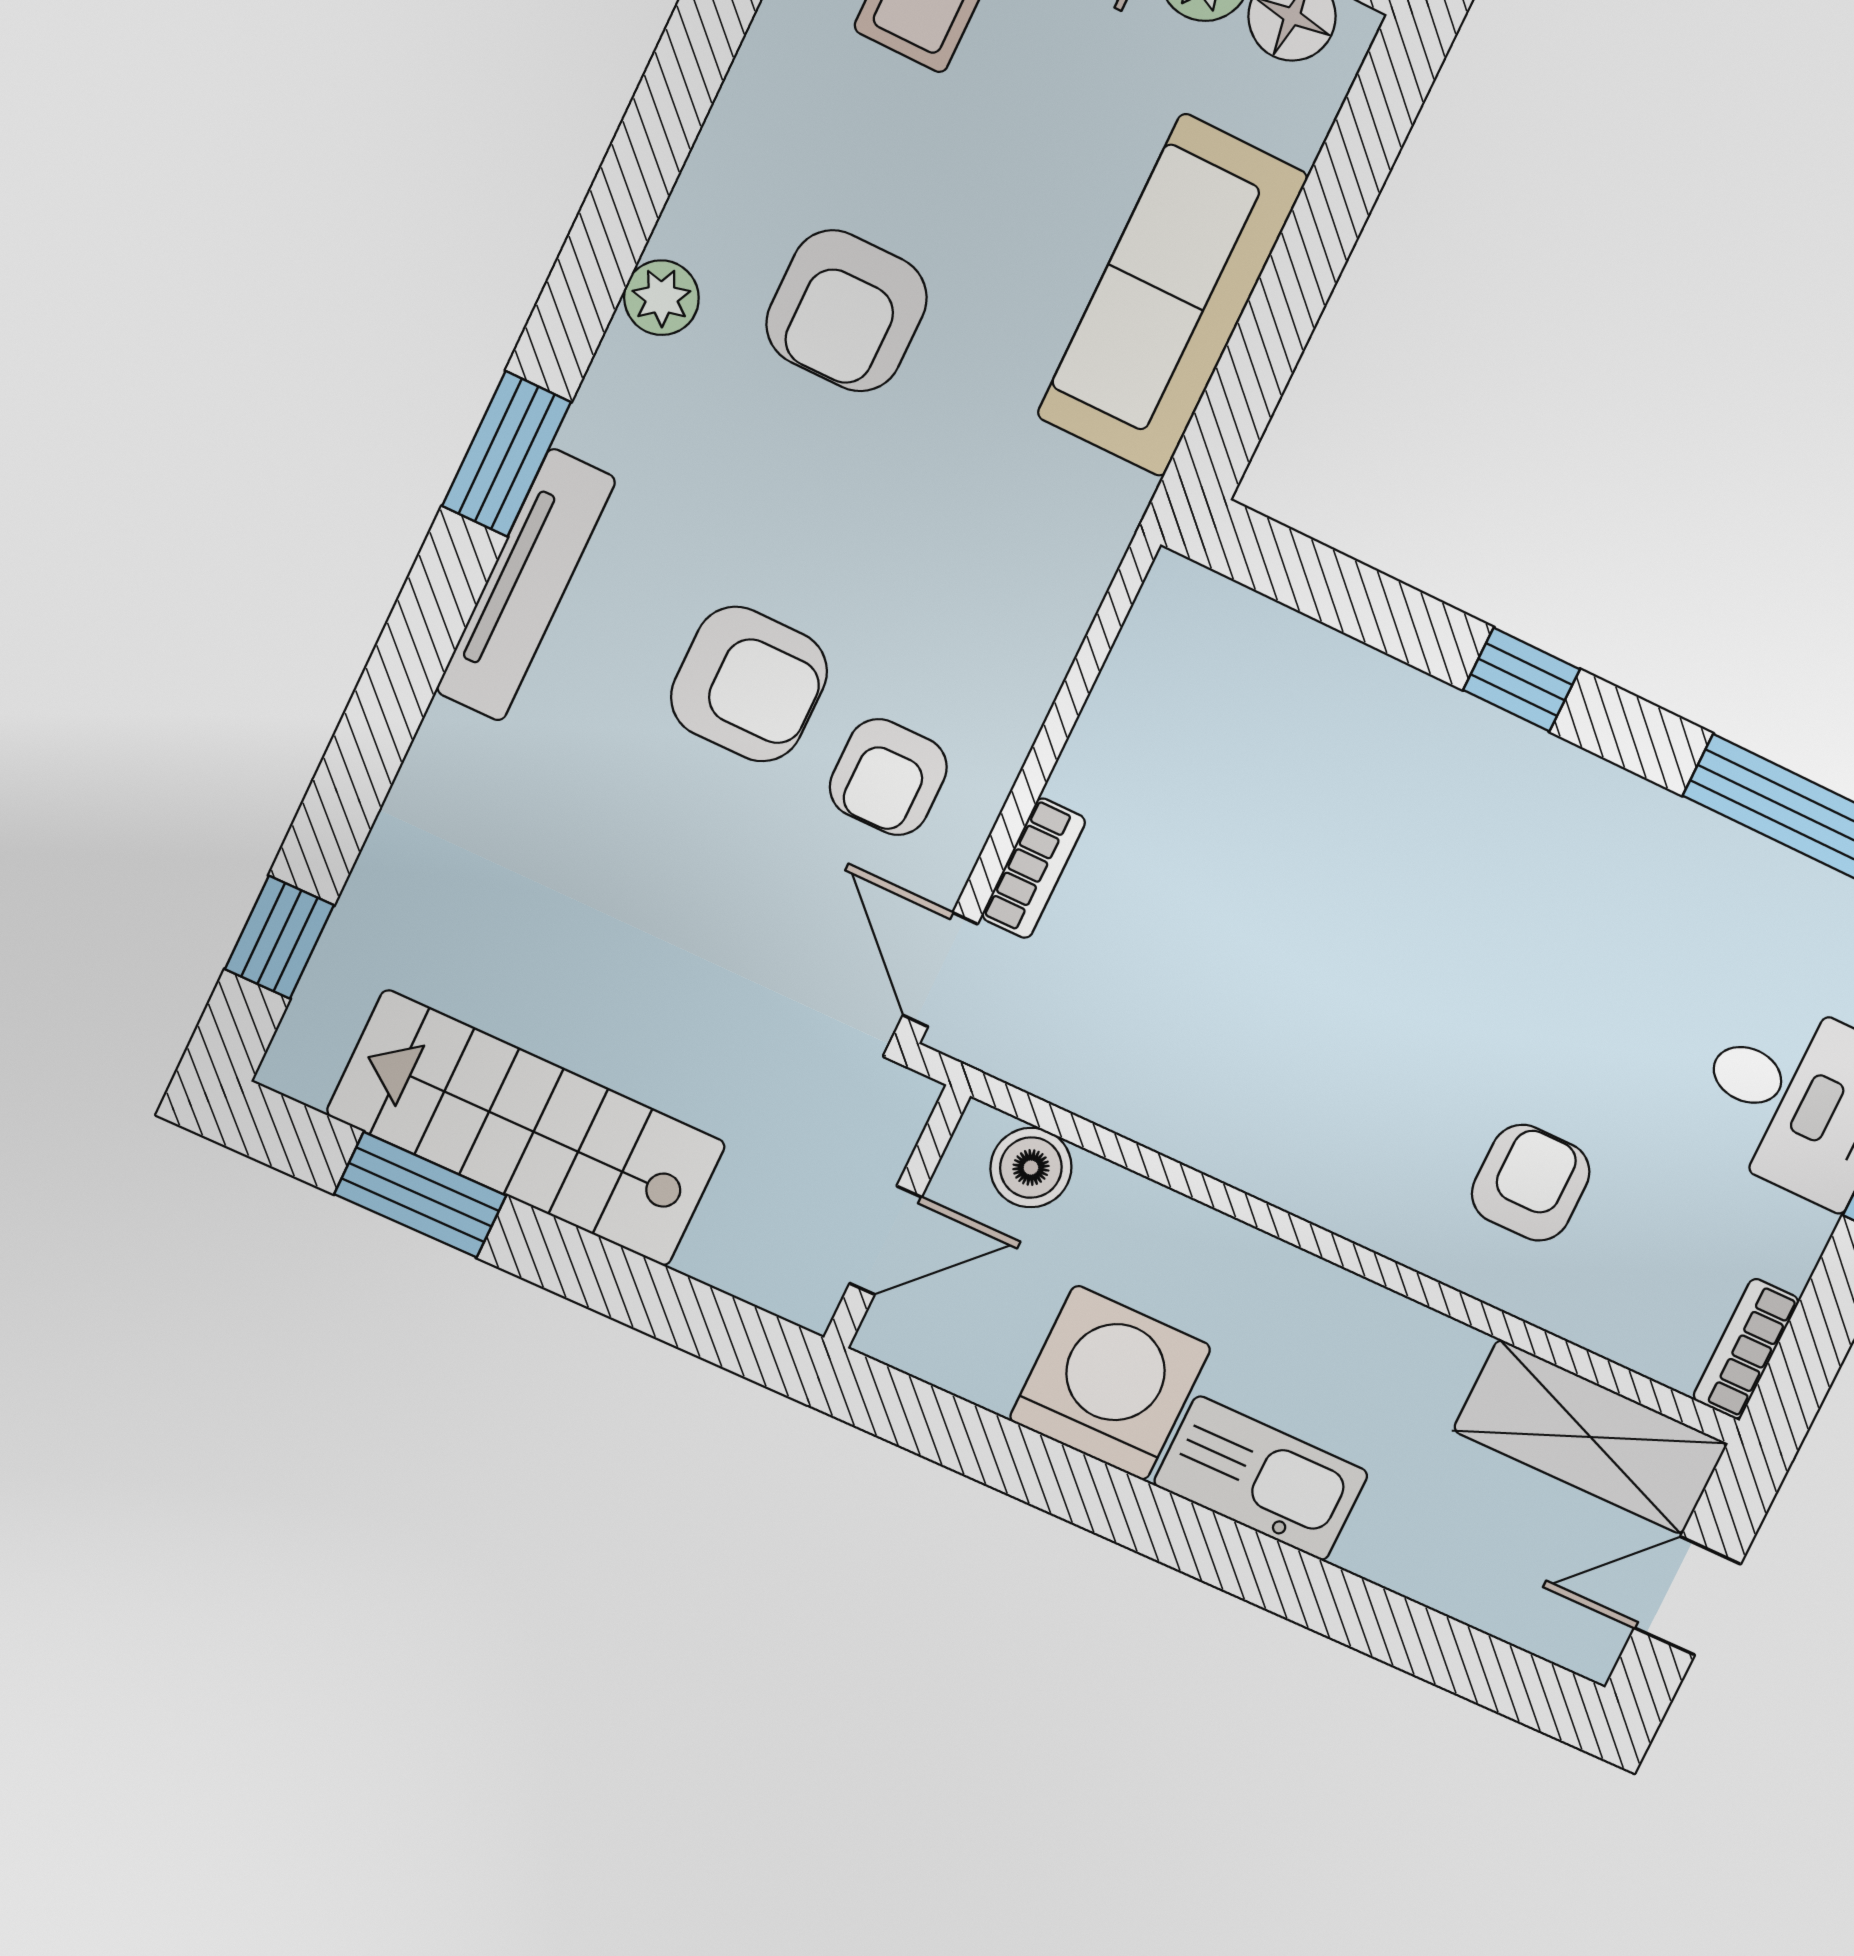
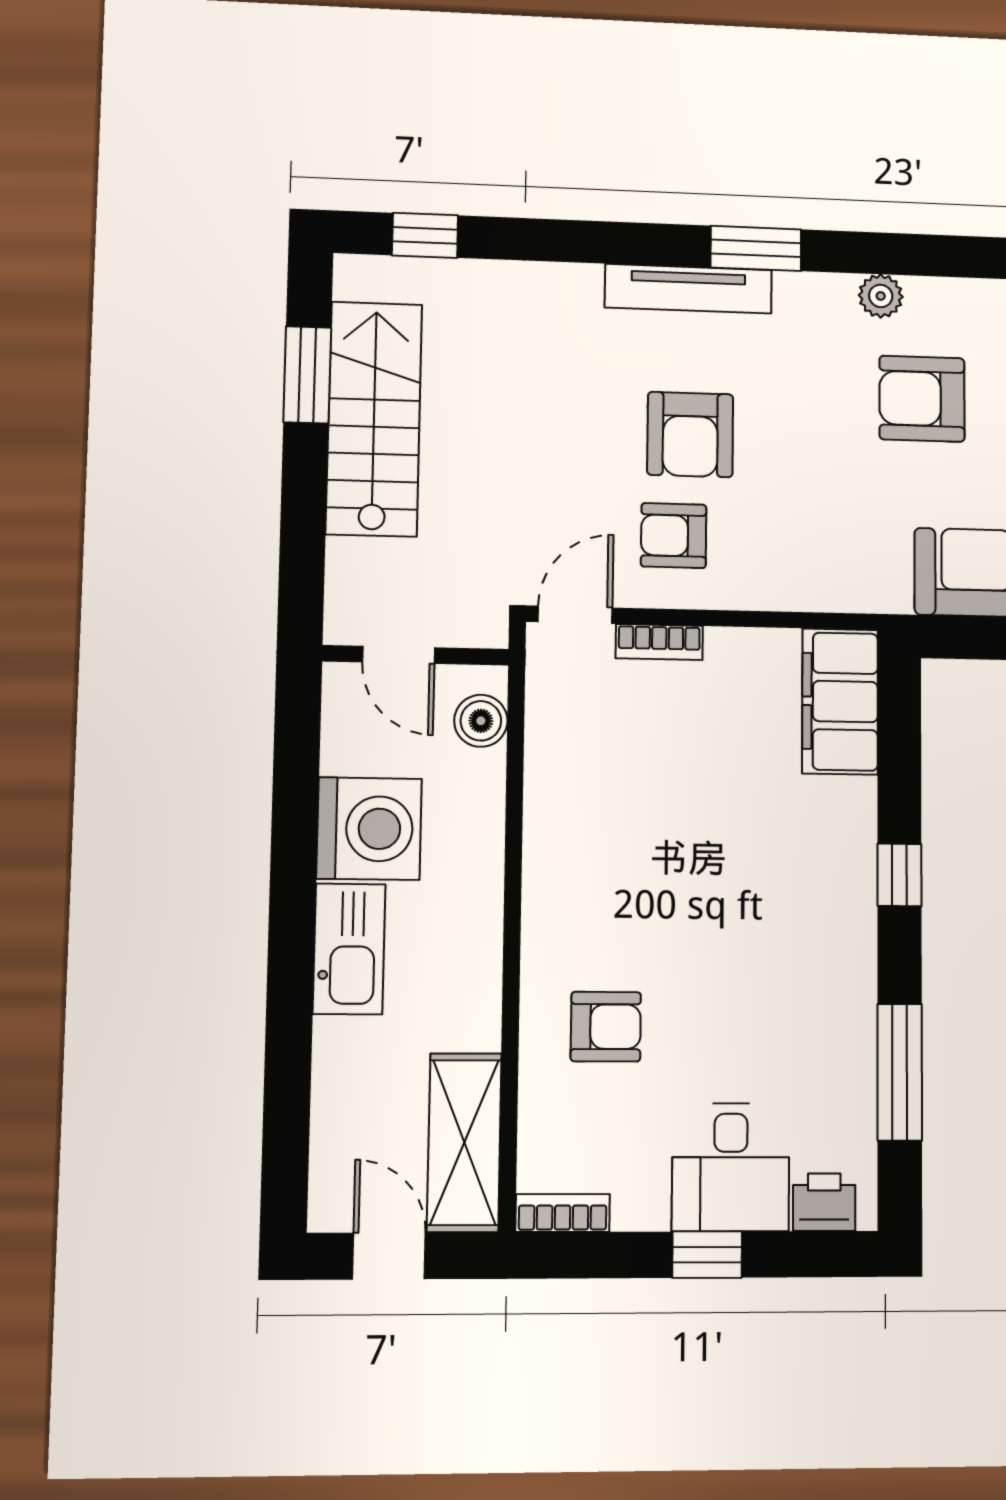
filing cabinet: (1238, 648) -> (840, 701), added

